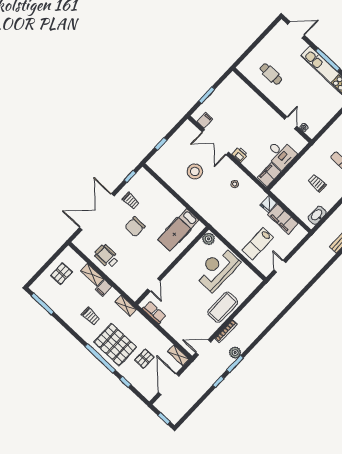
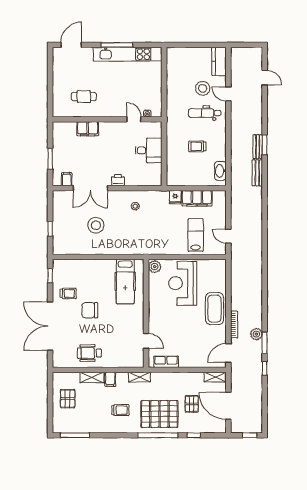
filing cabinet: (269, 175) -> (88, 129), moved, turned -90
chair: (135, 227) -> (90, 310), turned 90
lab bench: (258, 244) -> (196, 235), turned 180

